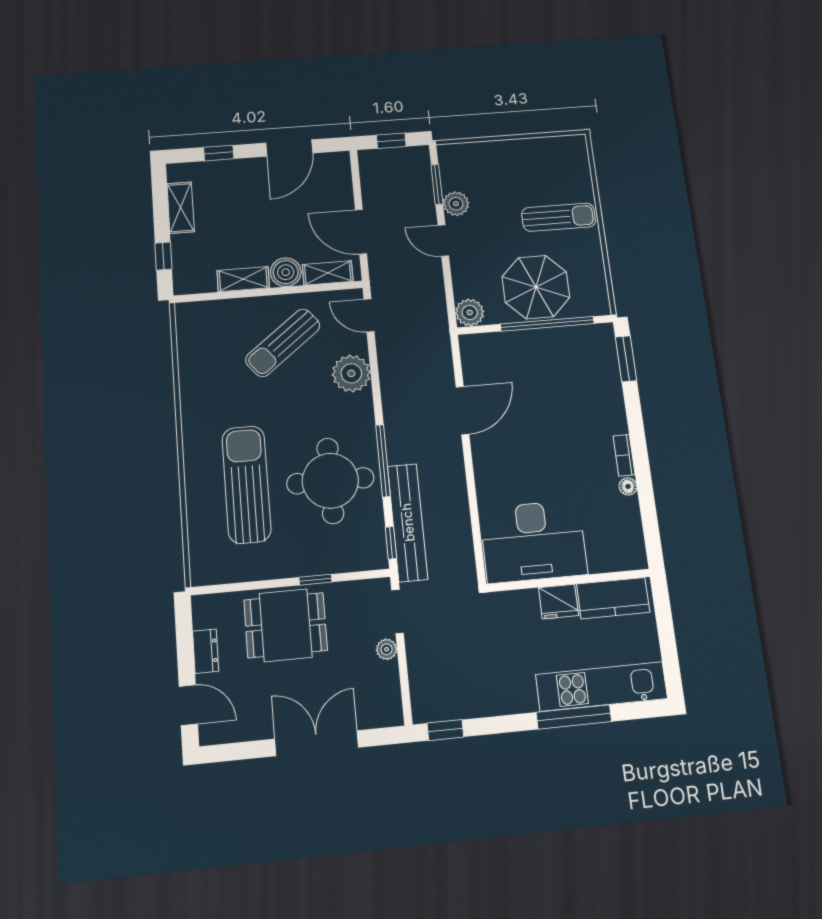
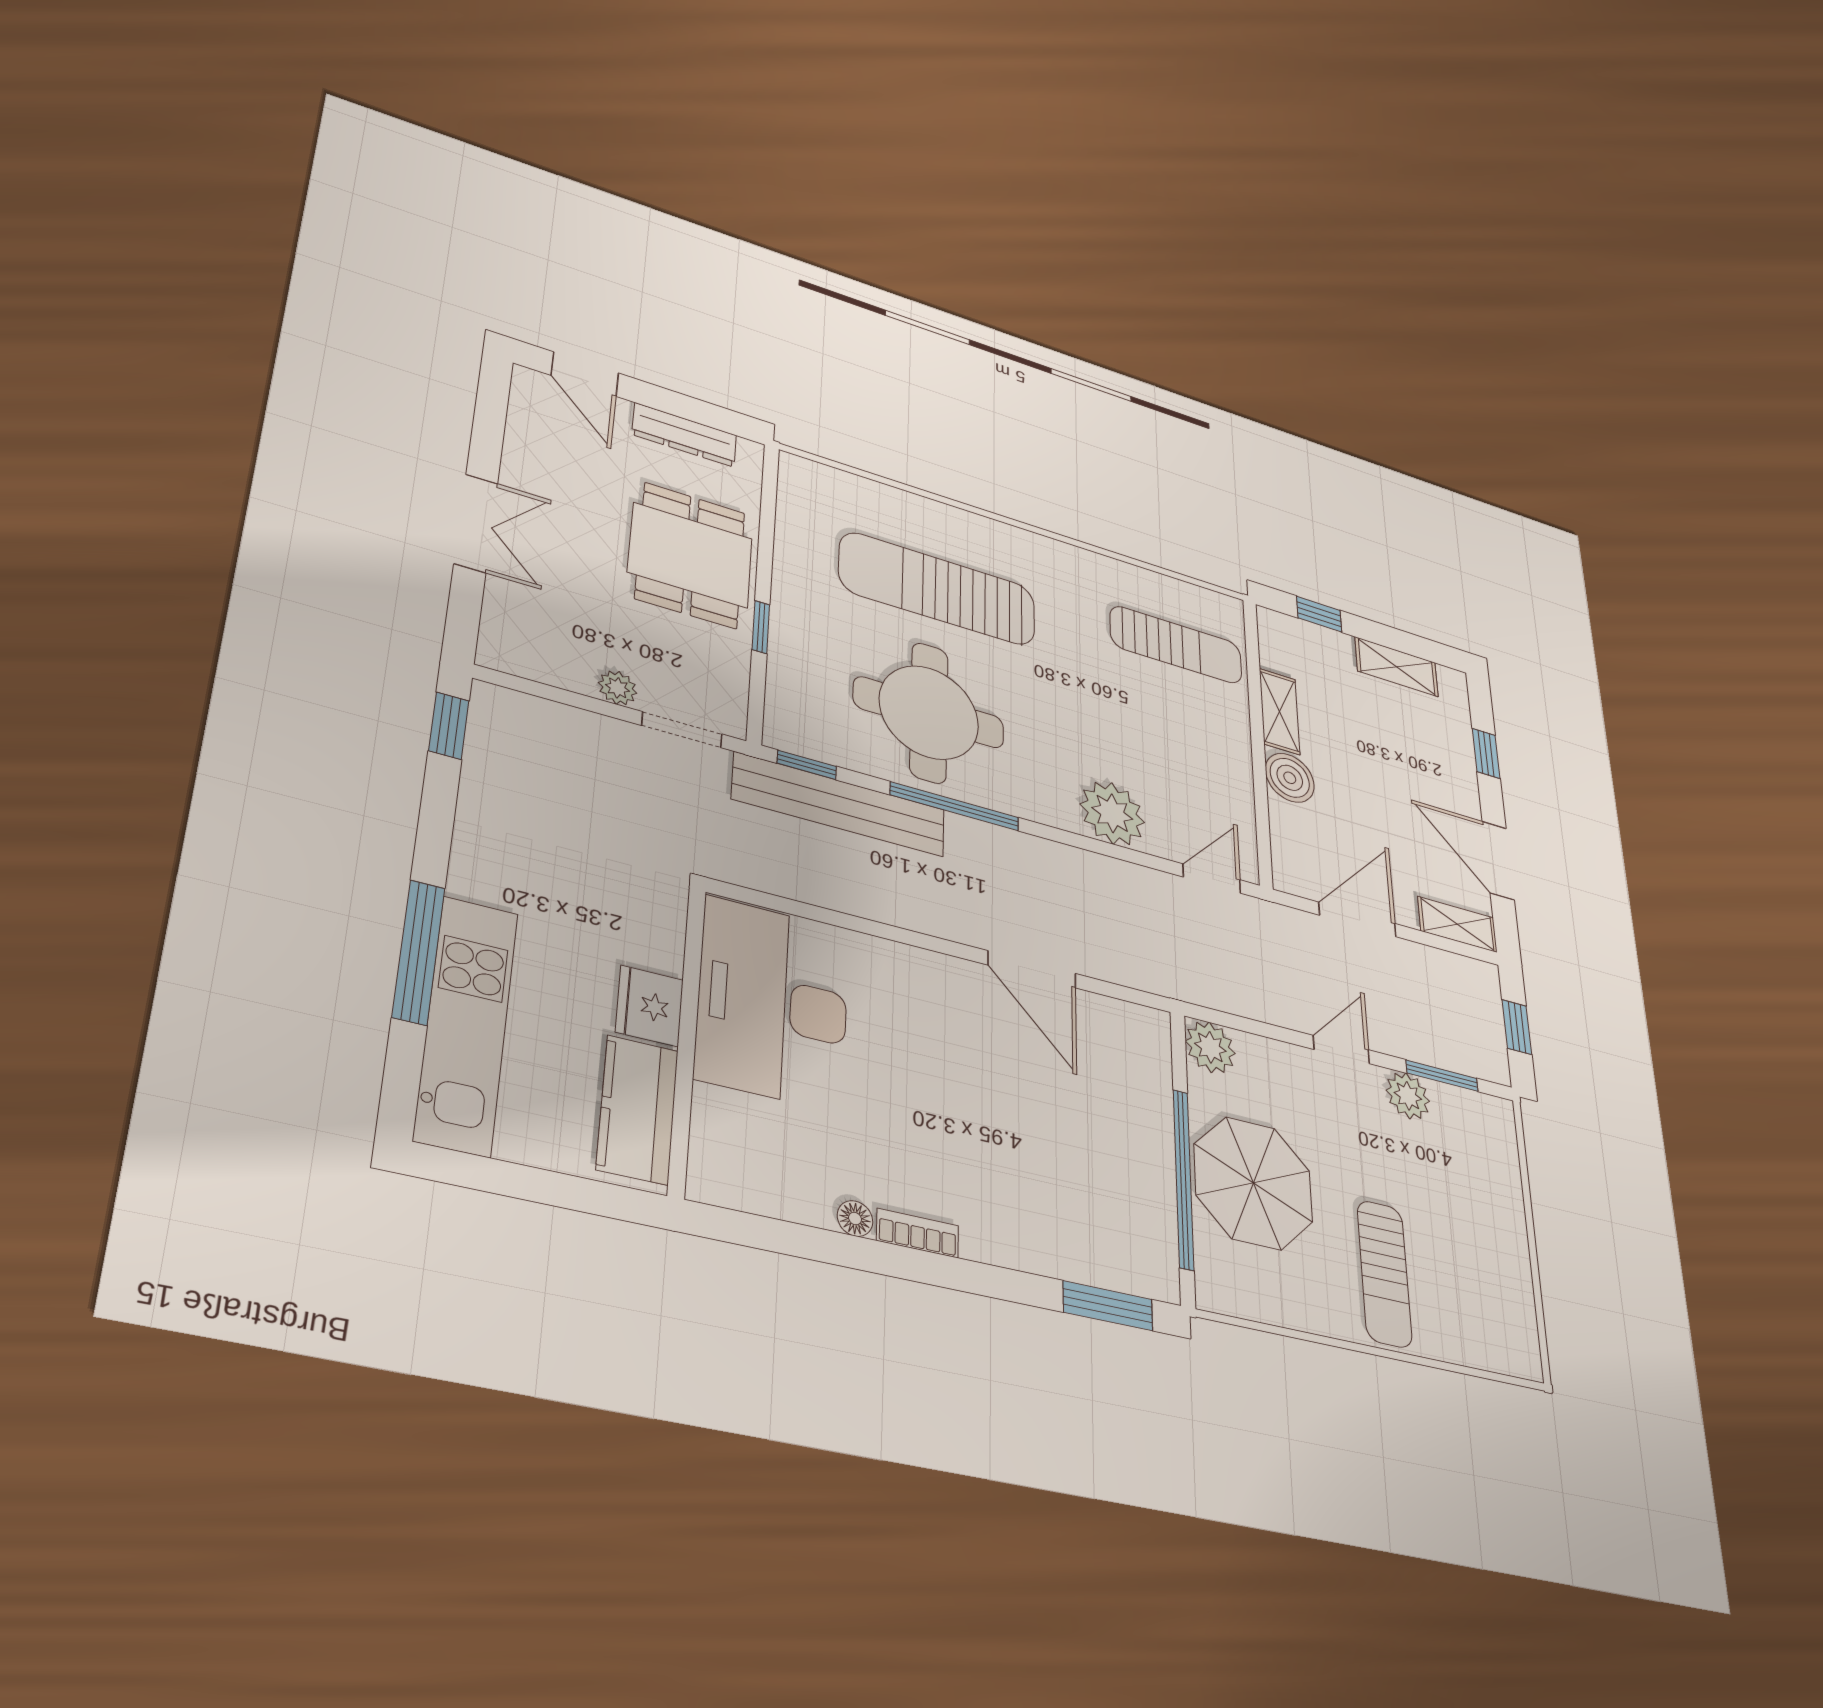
shelving: (328, 273) -> (1457, 924), moved, turned 90
sun lounger: (283, 343) -> (1176, 645), moved, turned 128
sun lounger: (246, 484) -> (938, 589), turned 180
dresser: (206, 651) -> (684, 435), width x1.44
door: (188, 705) -> (585, 374), hinge flipped
double door: (317, 743) -> (476, 523), width x0.73

